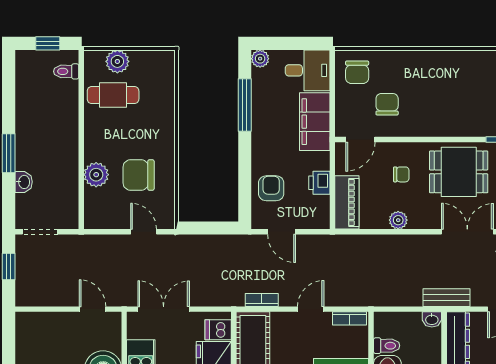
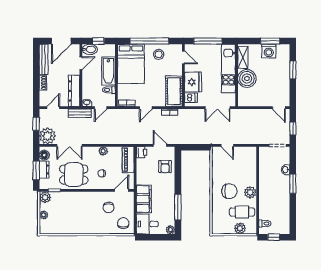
plant: (96, 175) -> (250, 192), moved
chair: (139, 175) -> (229, 191), moved
printer: (319, 183) -> (142, 152), moved
door: (92, 309) -> (279, 108), moved
door: (403, 309) -> (101, 108), added

